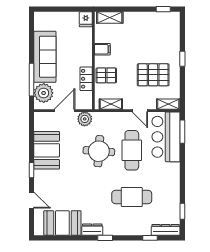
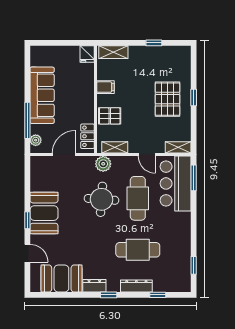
window: (163, 9) -> (154, 43), moved
pallet: (153, 75) -> (168, 99), moved, turned 90
locker: (86, 79) -> (87, 136), moved
plant: (44, 93) -> (36, 140), width x0.53, depth x0.53
plant: (85, 119) -> (103, 164), moved
booth: (47, 150) -> (44, 213), moved
dresser: (166, 230) -> (136, 286), moved

